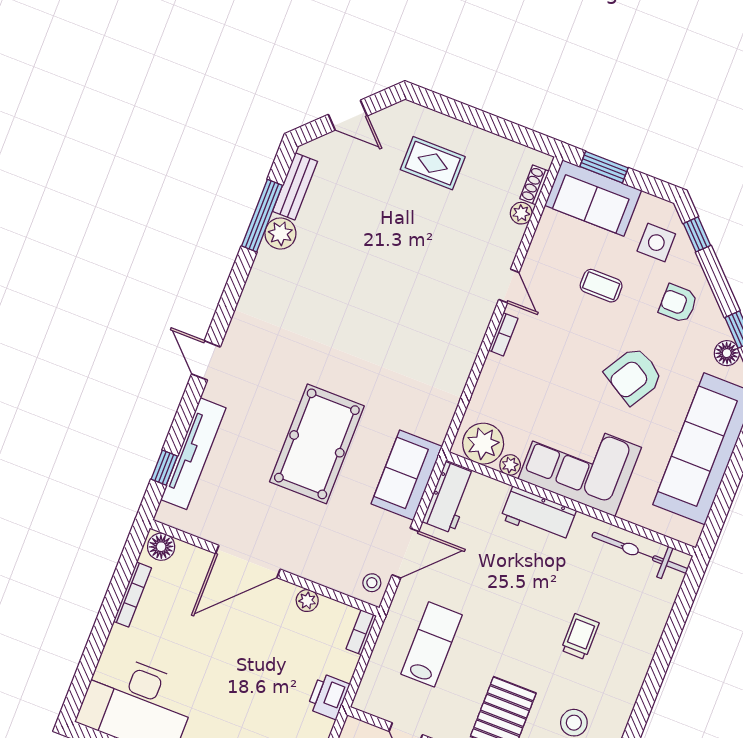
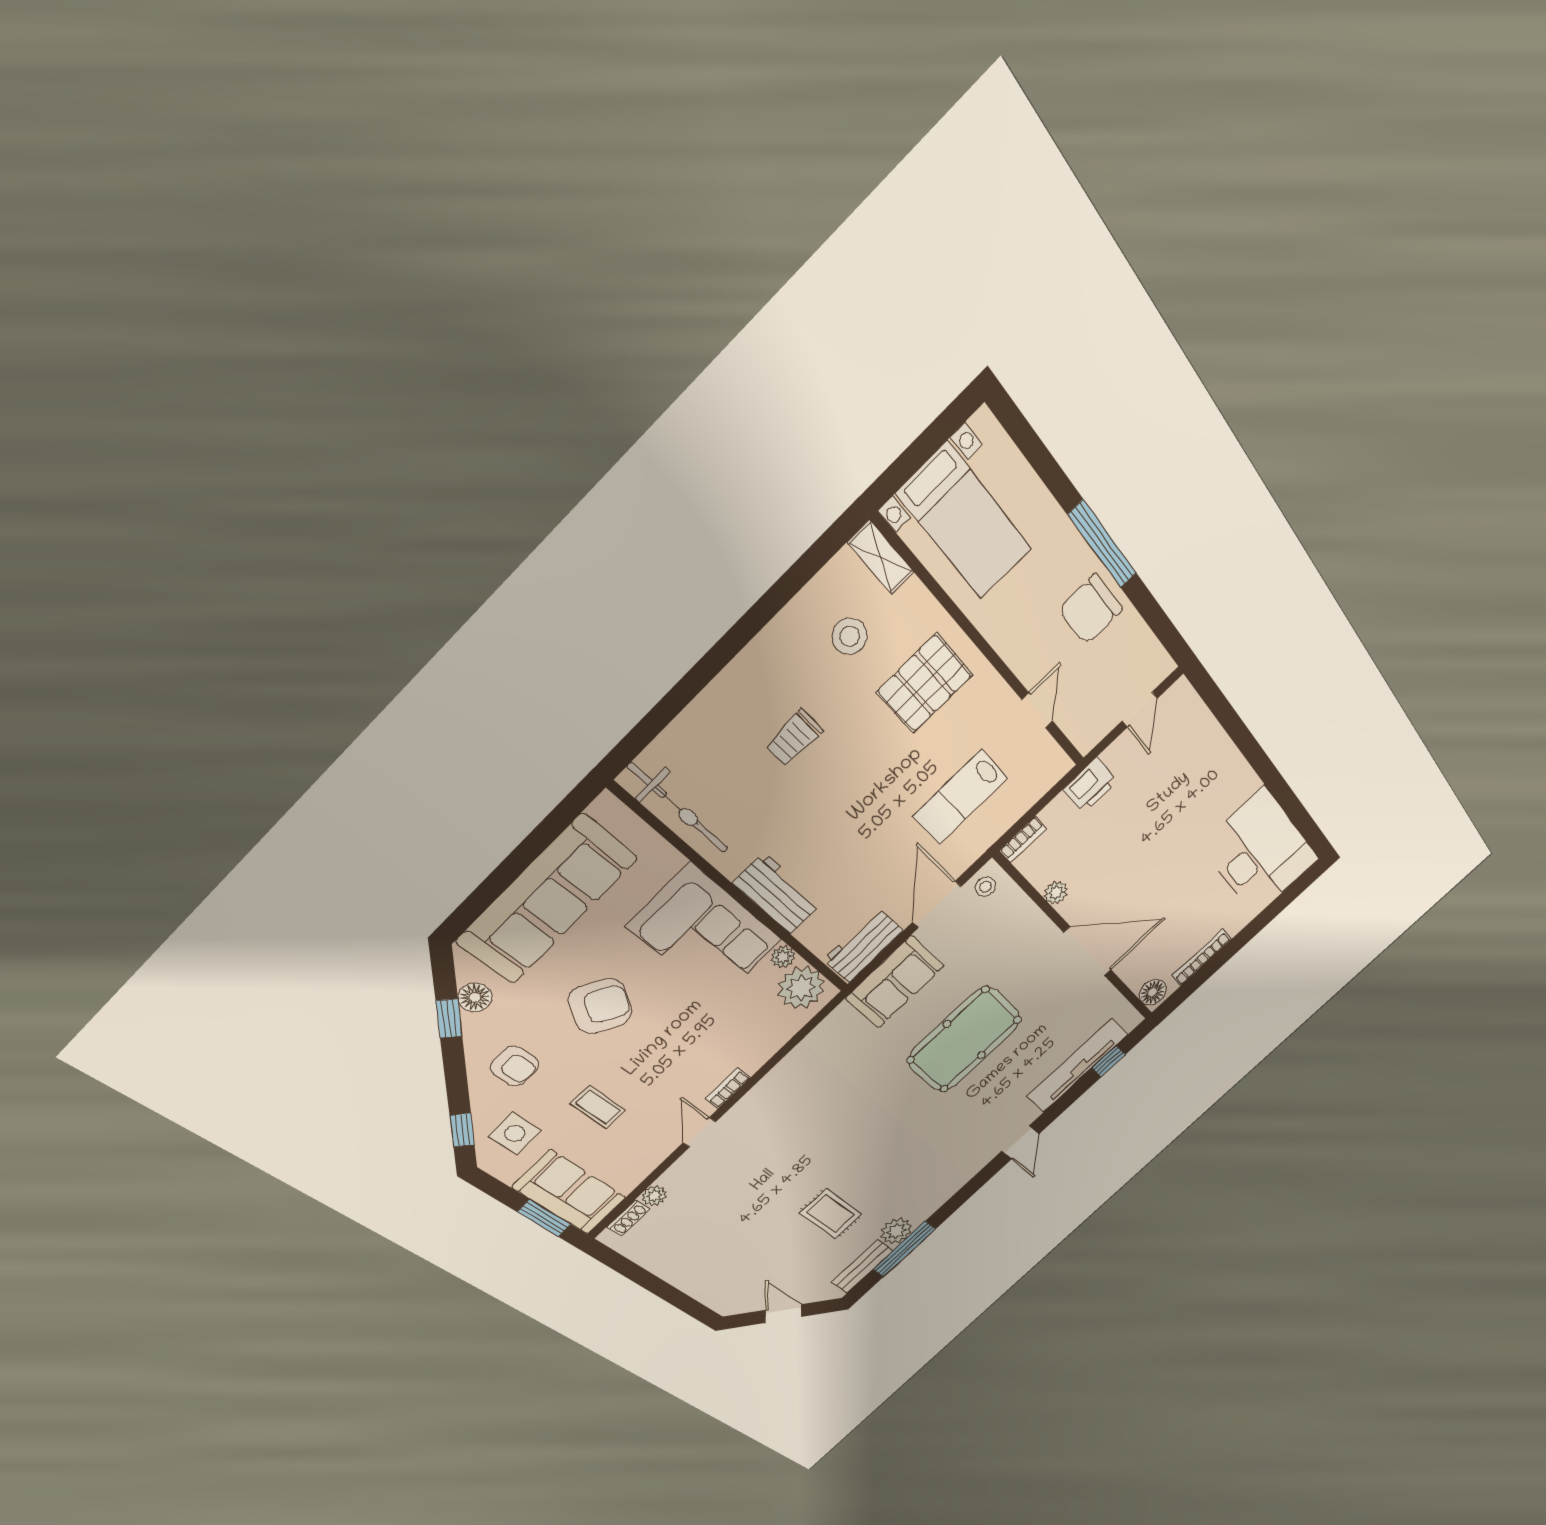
rug: (433, 163) -> (831, 1214), moved
door: (405, 553) -> (937, 904), hinge flipped

